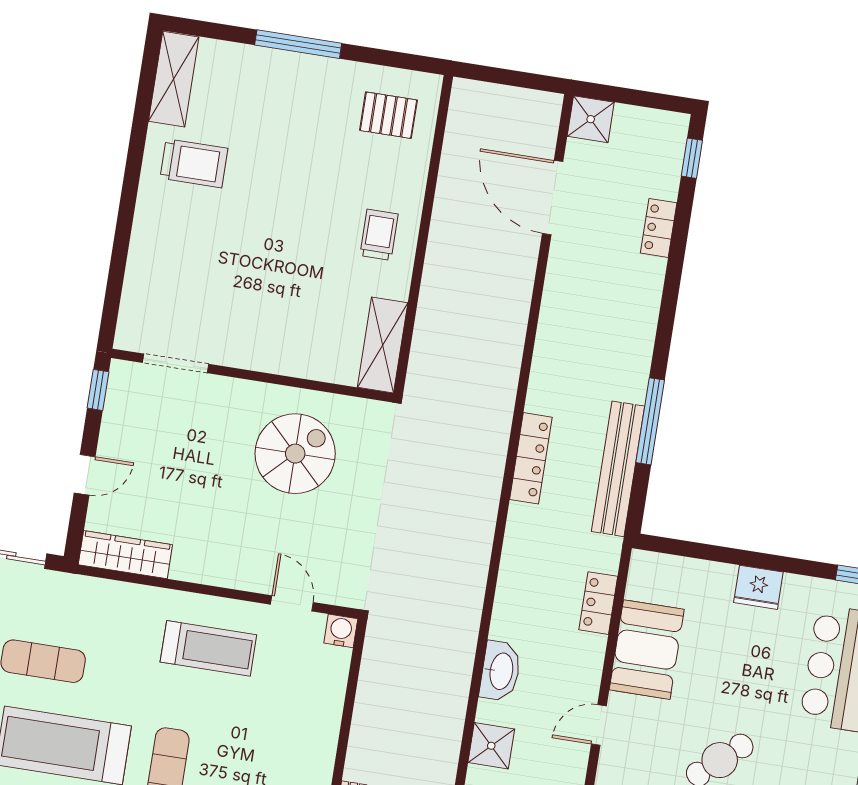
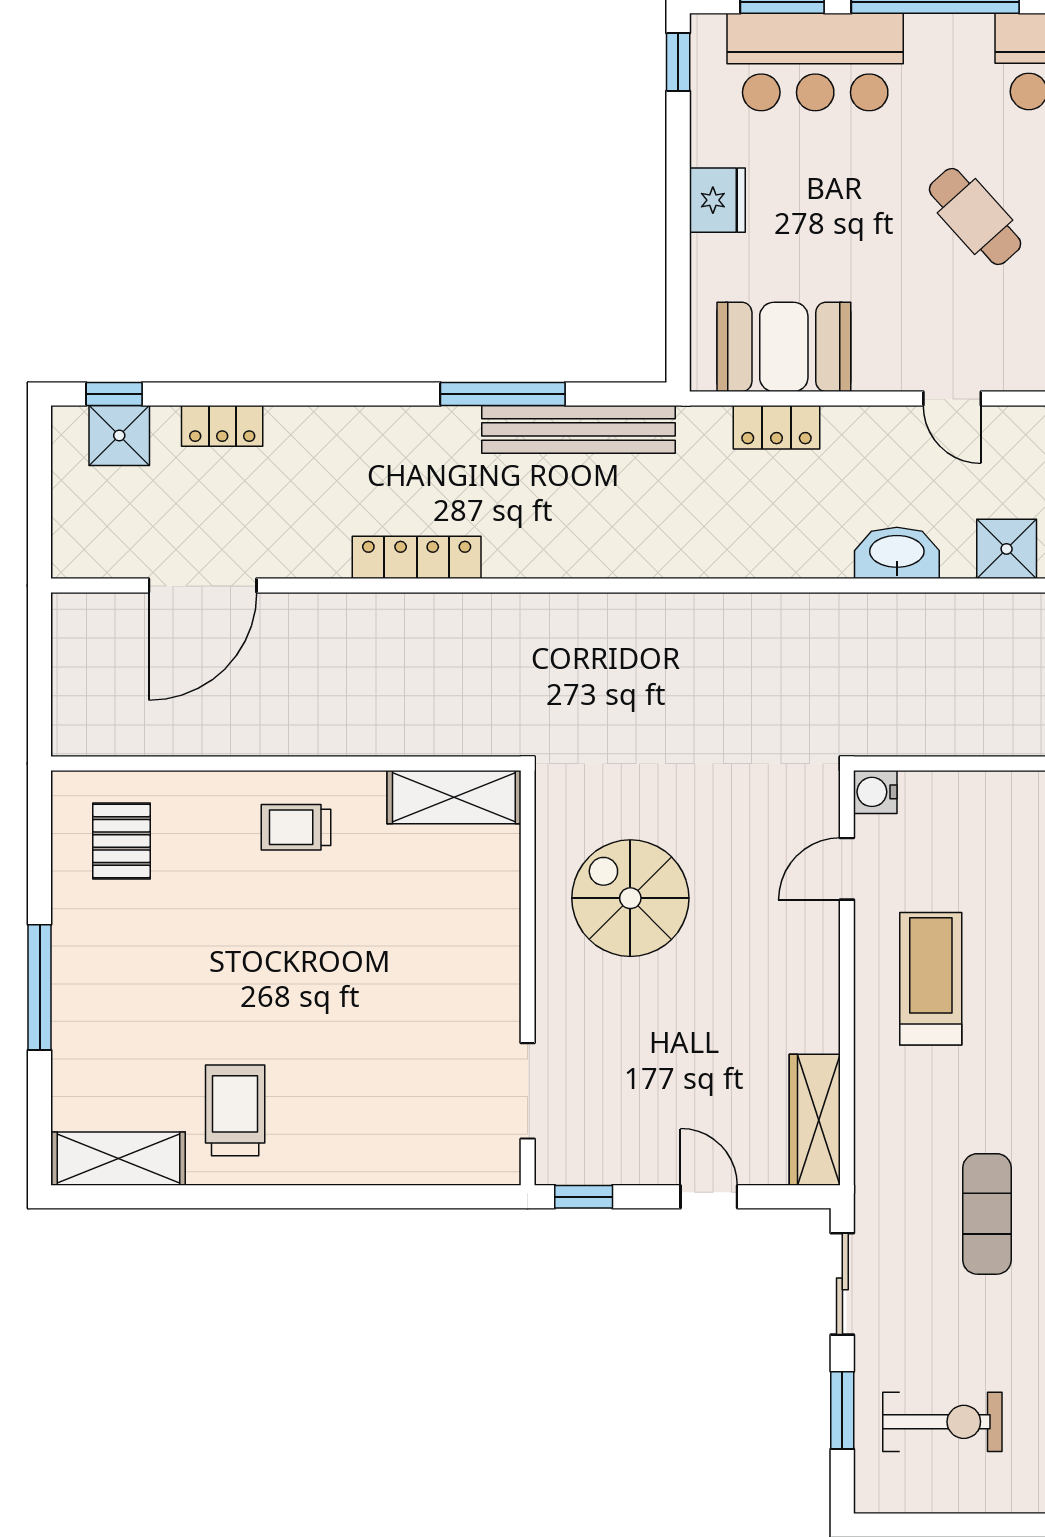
shower: (591, 119) -> (119, 435), moved
locker: (531, 458) -> (417, 557), moved
booth: (647, 650) -> (784, 347), moved

